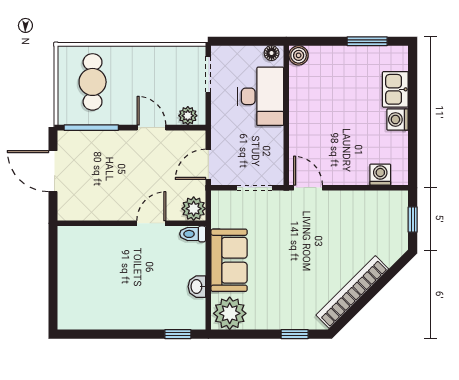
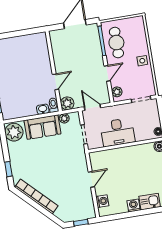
side table: (139, 61) -> (142, 61), added
cafe table: (93, 82) -> (116, 43), moved, turned 90
desk: (261, 96) -> (118, 132), moved
door: (308, 188) -> (91, 179), moved
plant: (220, 218) -> (64, 118), added
door: (151, 223) -> (55, 82), hinge flipped
washbasin: (197, 287) -> (43, 109), moved

